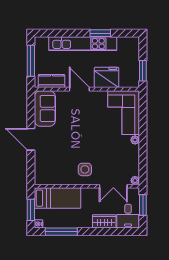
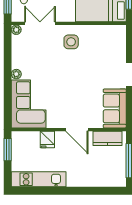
window: (100, 33) -> (54, 191), removed
kitchen unit: (83, 44) -> (39, 179), moved, width x0.73
fridge: (107, 77) -> (47, 140), width x0.53, depth x0.75

